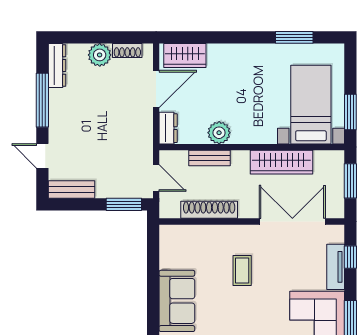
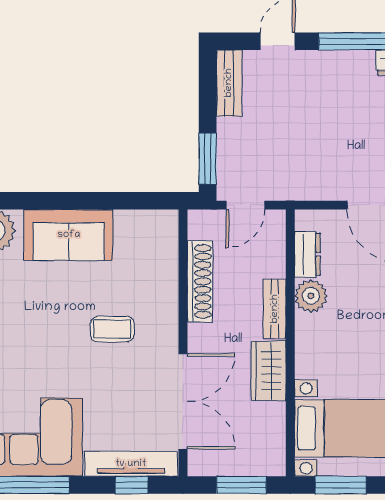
dresser: (168, 128) -> (307, 254), moved, turned -90
bench: (210, 158) -> (275, 309), moved
wardrobe: (281, 162) -> (269, 371), width x0.67
tv unit: (336, 267) -> (131, 464), width x1.41

